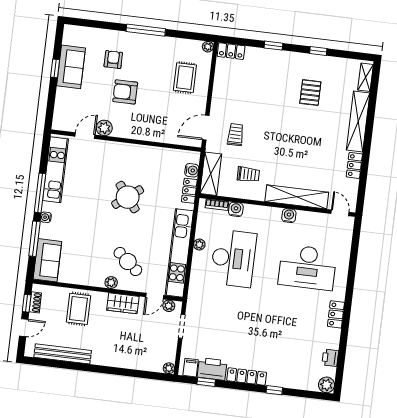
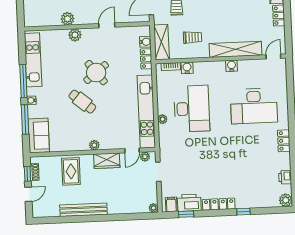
door: (85, 136) -> (107, 25), moved
plant: (110, 148) -> (75, 35), added
door: (340, 213) -> (273, 57), hinge flipped
plant: (199, 245) -> (163, 119), moved
cafe table: (128, 262) -> (82, 102), moved
bench: (63, 354) -> (83, 210), moved

